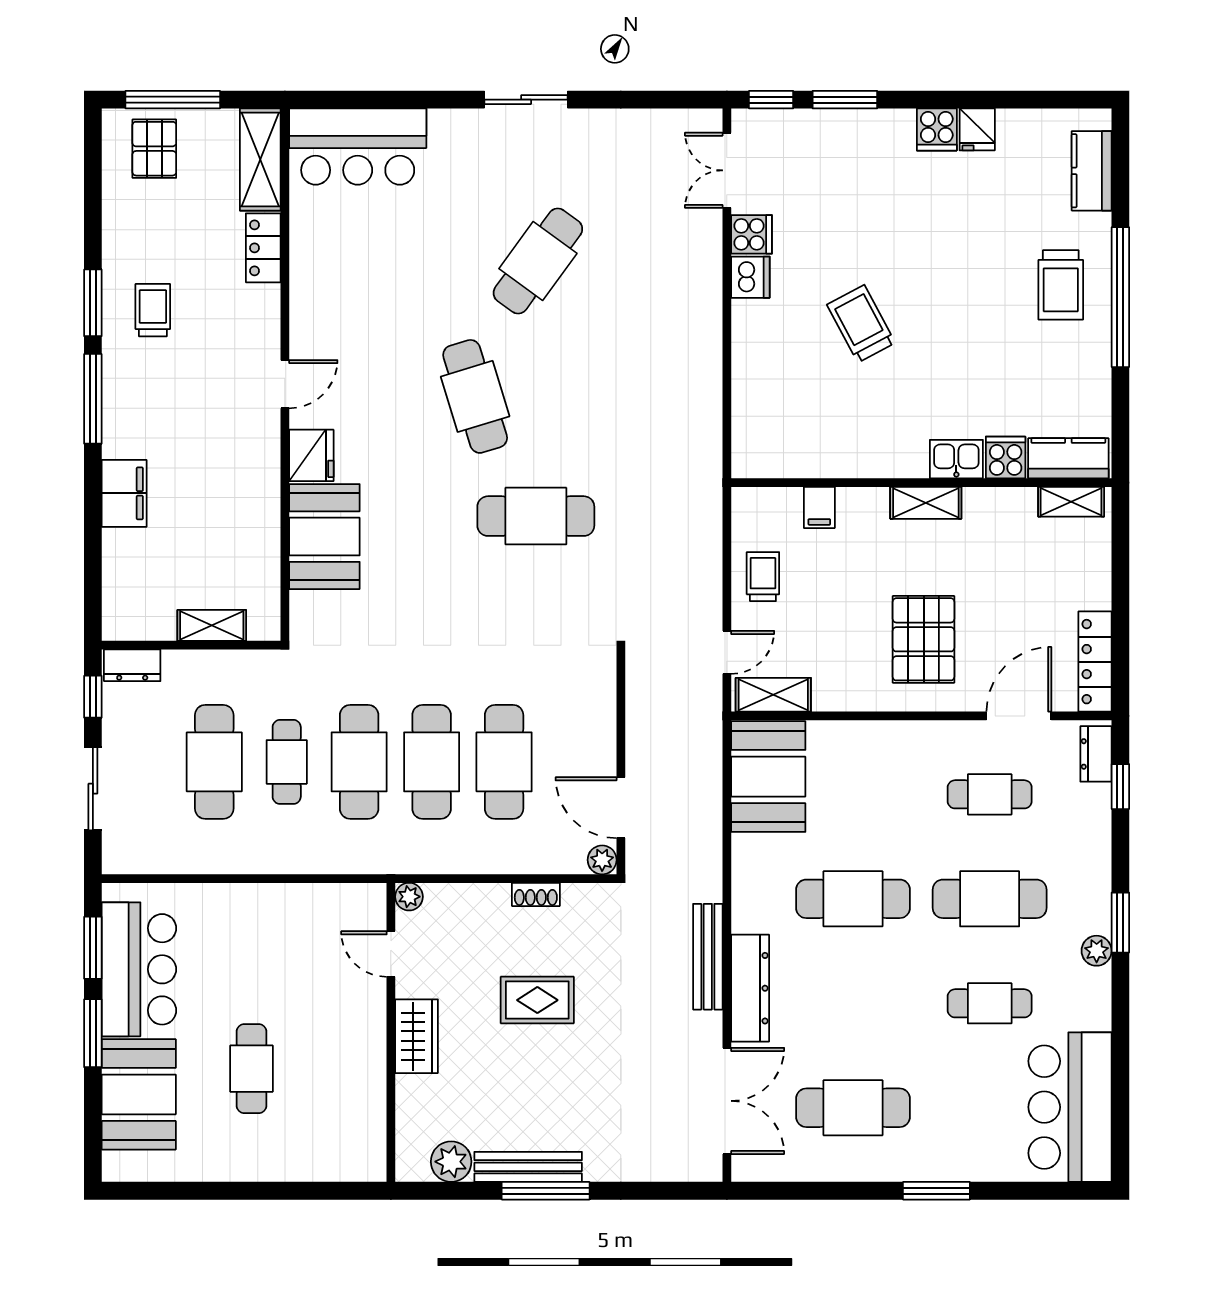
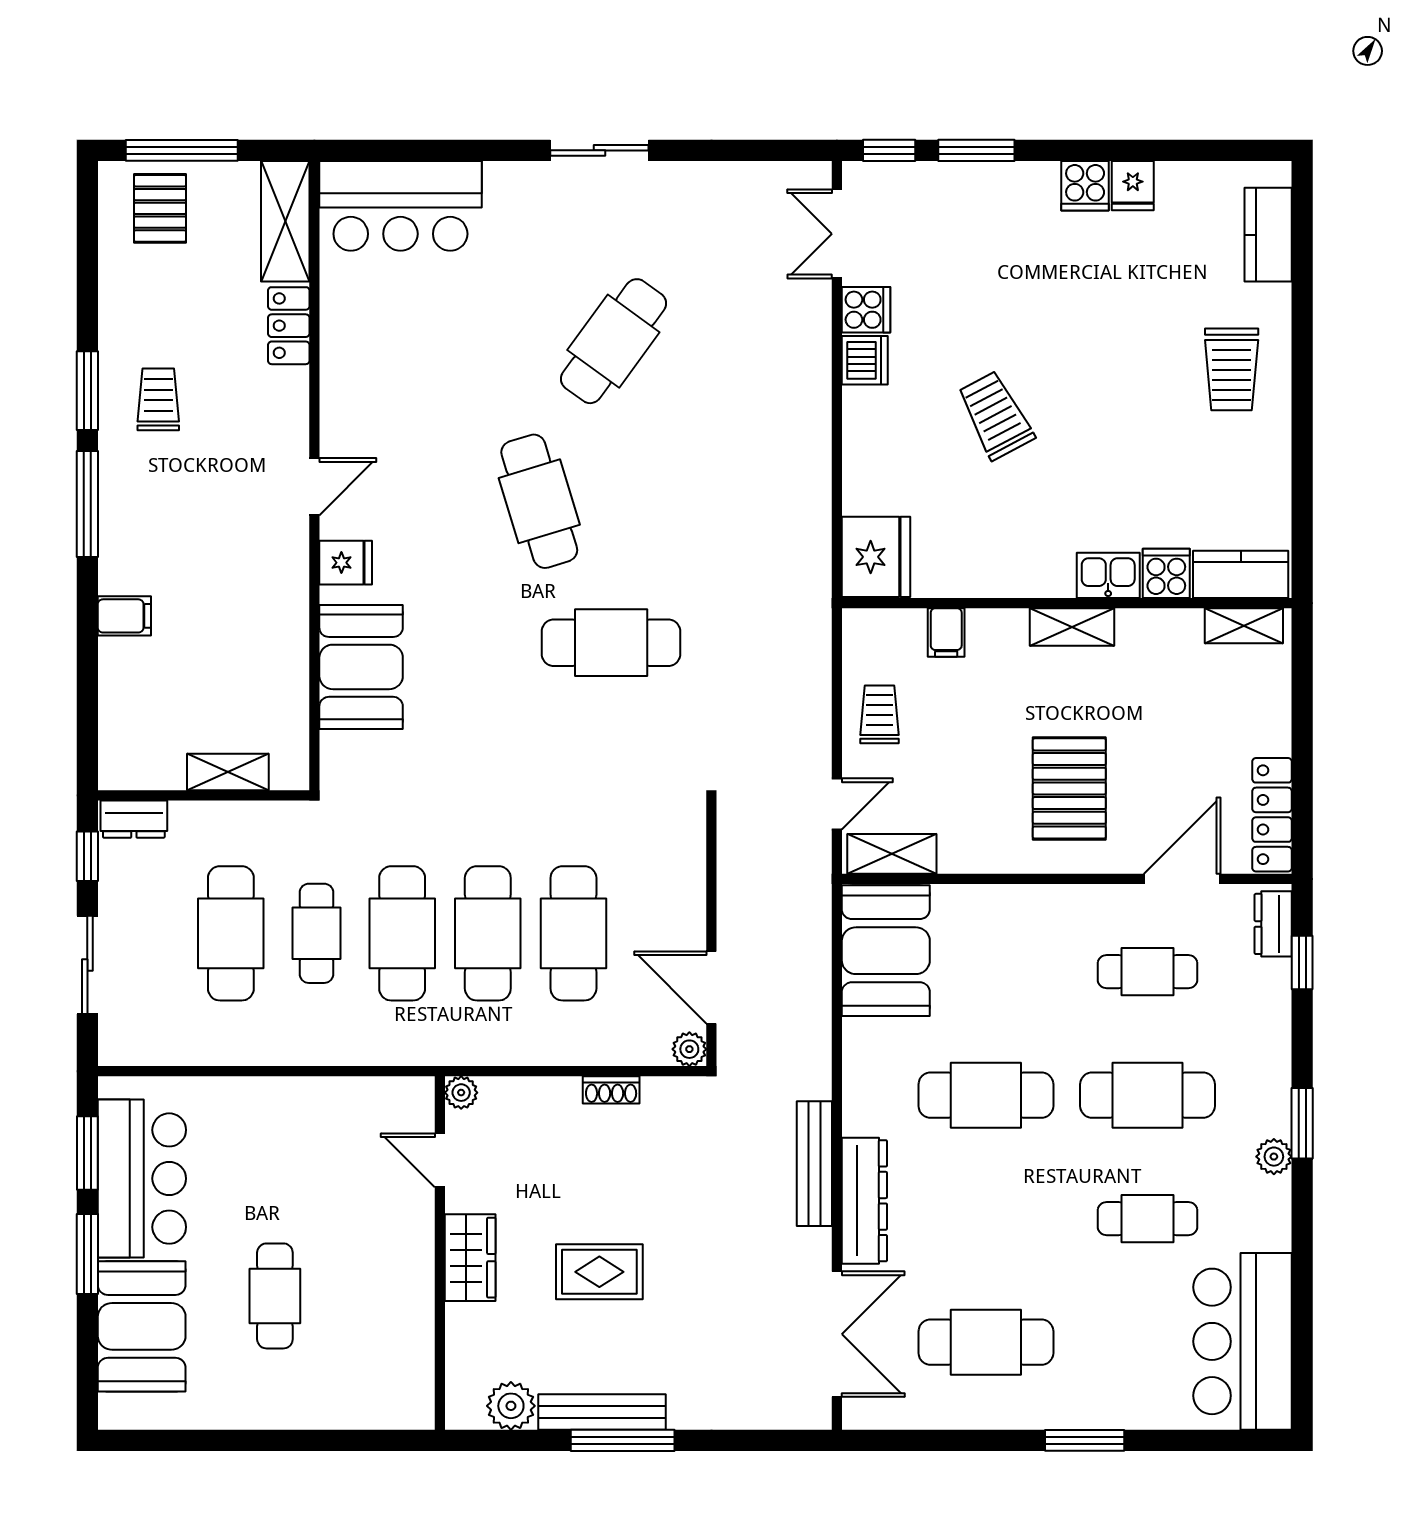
window: (1120, 297) -> (1302, 384), removed
fridge: (760, 443) -> (876, 557), added
fridge: (311, 455) -> (346, 563), width x0.72
filing cabinet: (124, 493) -> (124, 616), width x0.50
rug: (537, 1000) -> (599, 1272), moved

